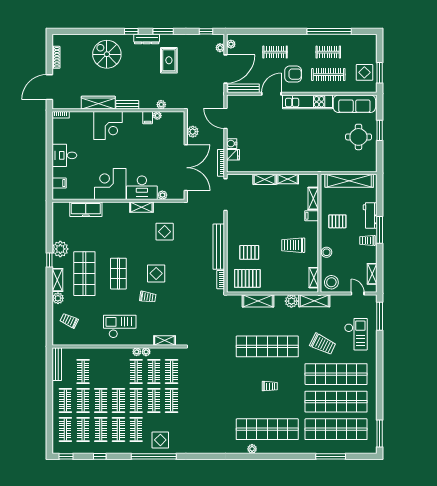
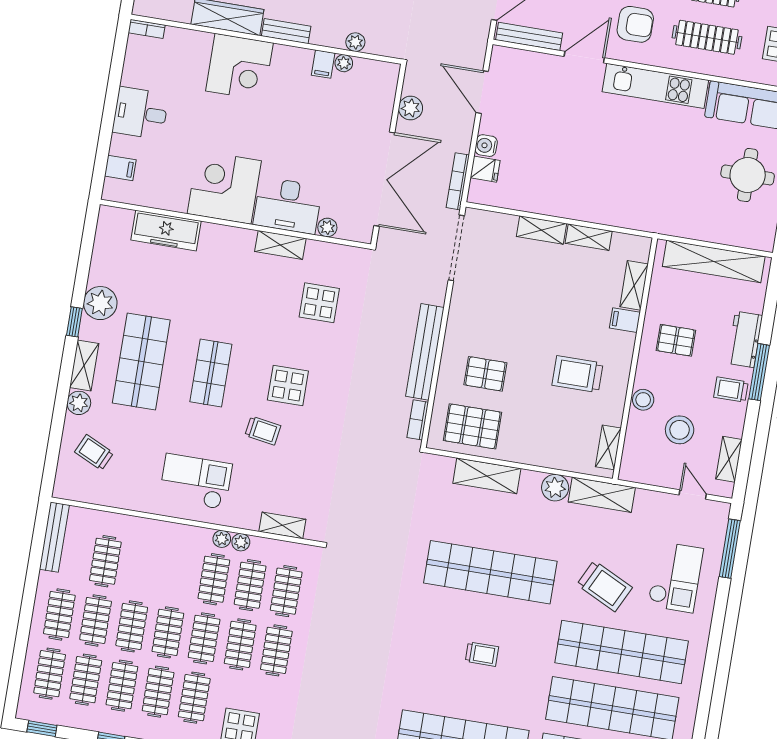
stool: (331, 282) -> (680, 430), moved

